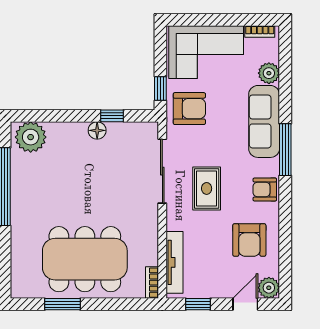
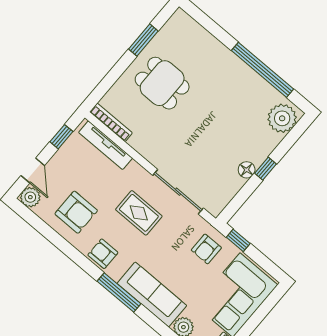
armchair: (189, 109) -> (206, 249), width x0.72, depth x0.72
window: (112, 116) -> (266, 169), moved
armchair: (265, 189) -> (103, 254), turned -90
armchair: (249, 240) -> (76, 212), turned 180
dining table: (85, 259) -> (162, 83), width x0.53, depth x0.80
bookcase: (152, 283) -> (111, 122), width x1.56

